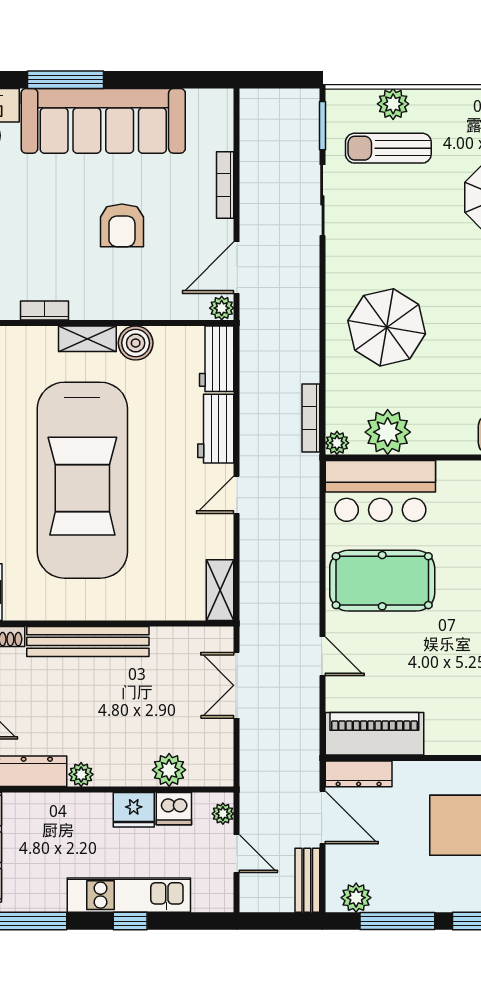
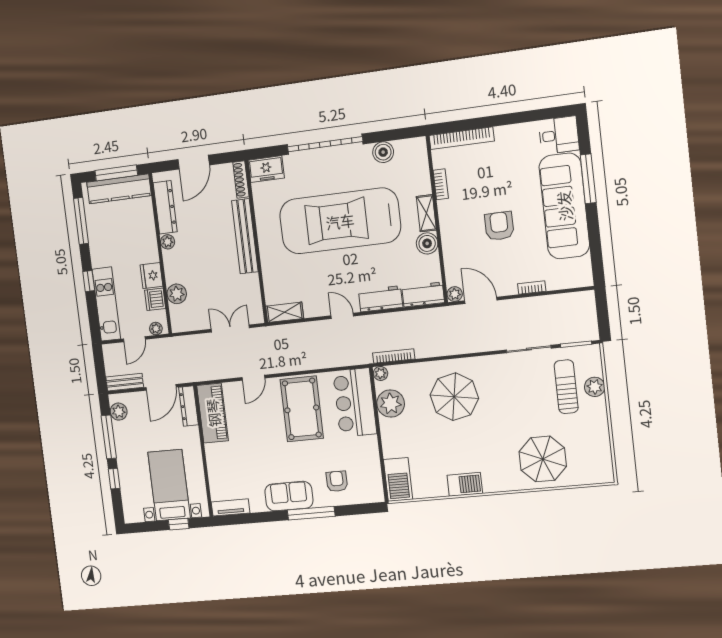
bookcase: (225, 185) -> (532, 288), width x0.64
armchair: (122, 225) -> (499, 226), turned 90
kitchen unit: (129, 895) -> (106, 304), moved

